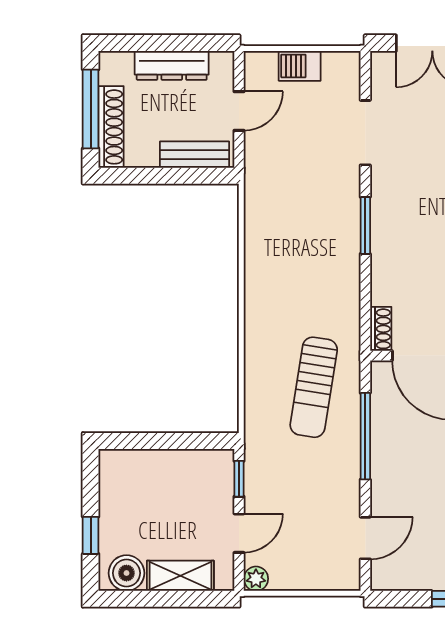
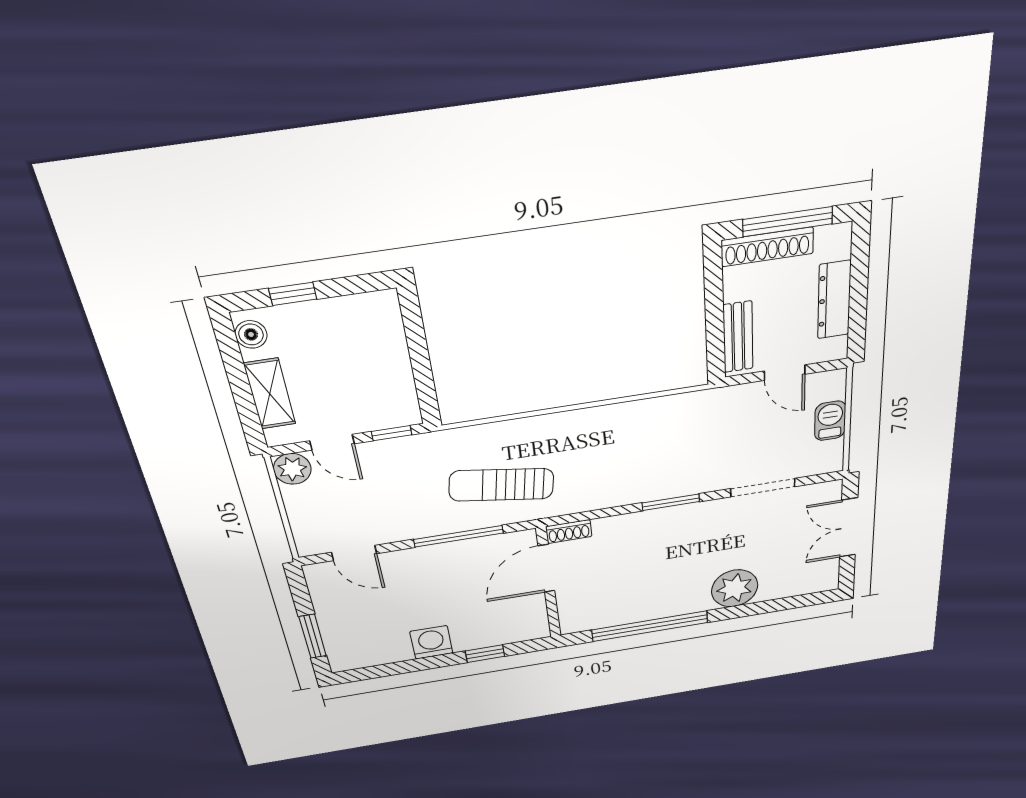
boiler: (126, 573) -> (251, 334), width x0.73, depth x0.73
plant: (256, 579) -> (292, 469), width x1.38, depth x1.38

